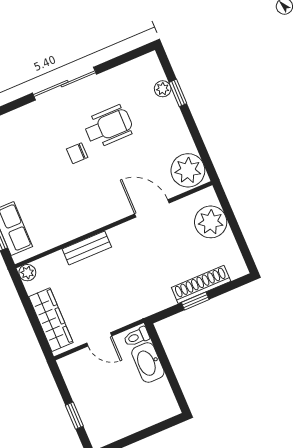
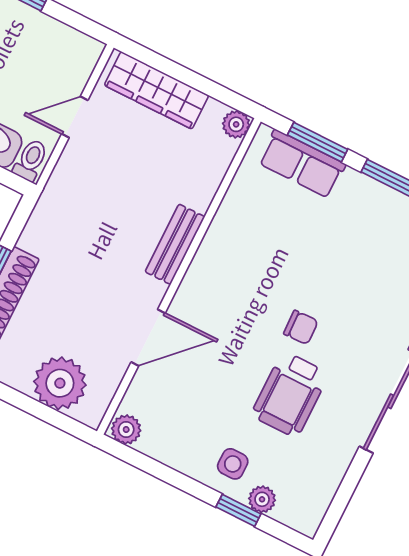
side table: (162, 117) -> (233, 464), added
chair: (77, 153) -> (301, 327), turned 88
plant: (188, 170) -> (126, 430), width x0.53, depth x0.53
bench: (87, 248) -> (175, 244), moved

